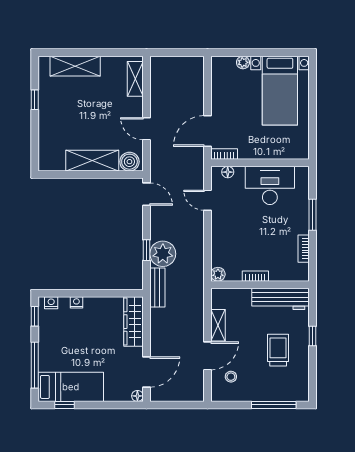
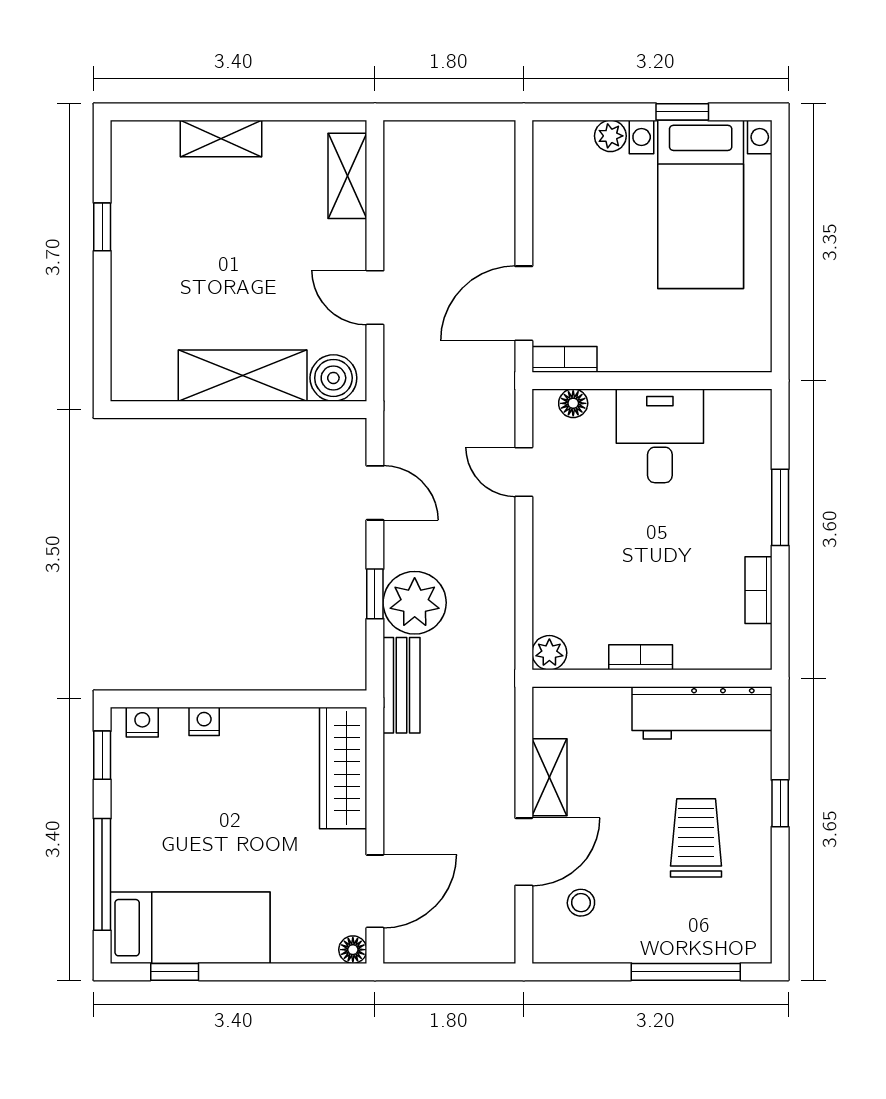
window: (272, 53) -> (682, 112), added
shelving: (75, 66) -> (221, 138), width x0.67, depth x0.75
desk: (270, 185) -> (660, 436), width x0.73
door: (146, 194) -> (375, 493), moved

